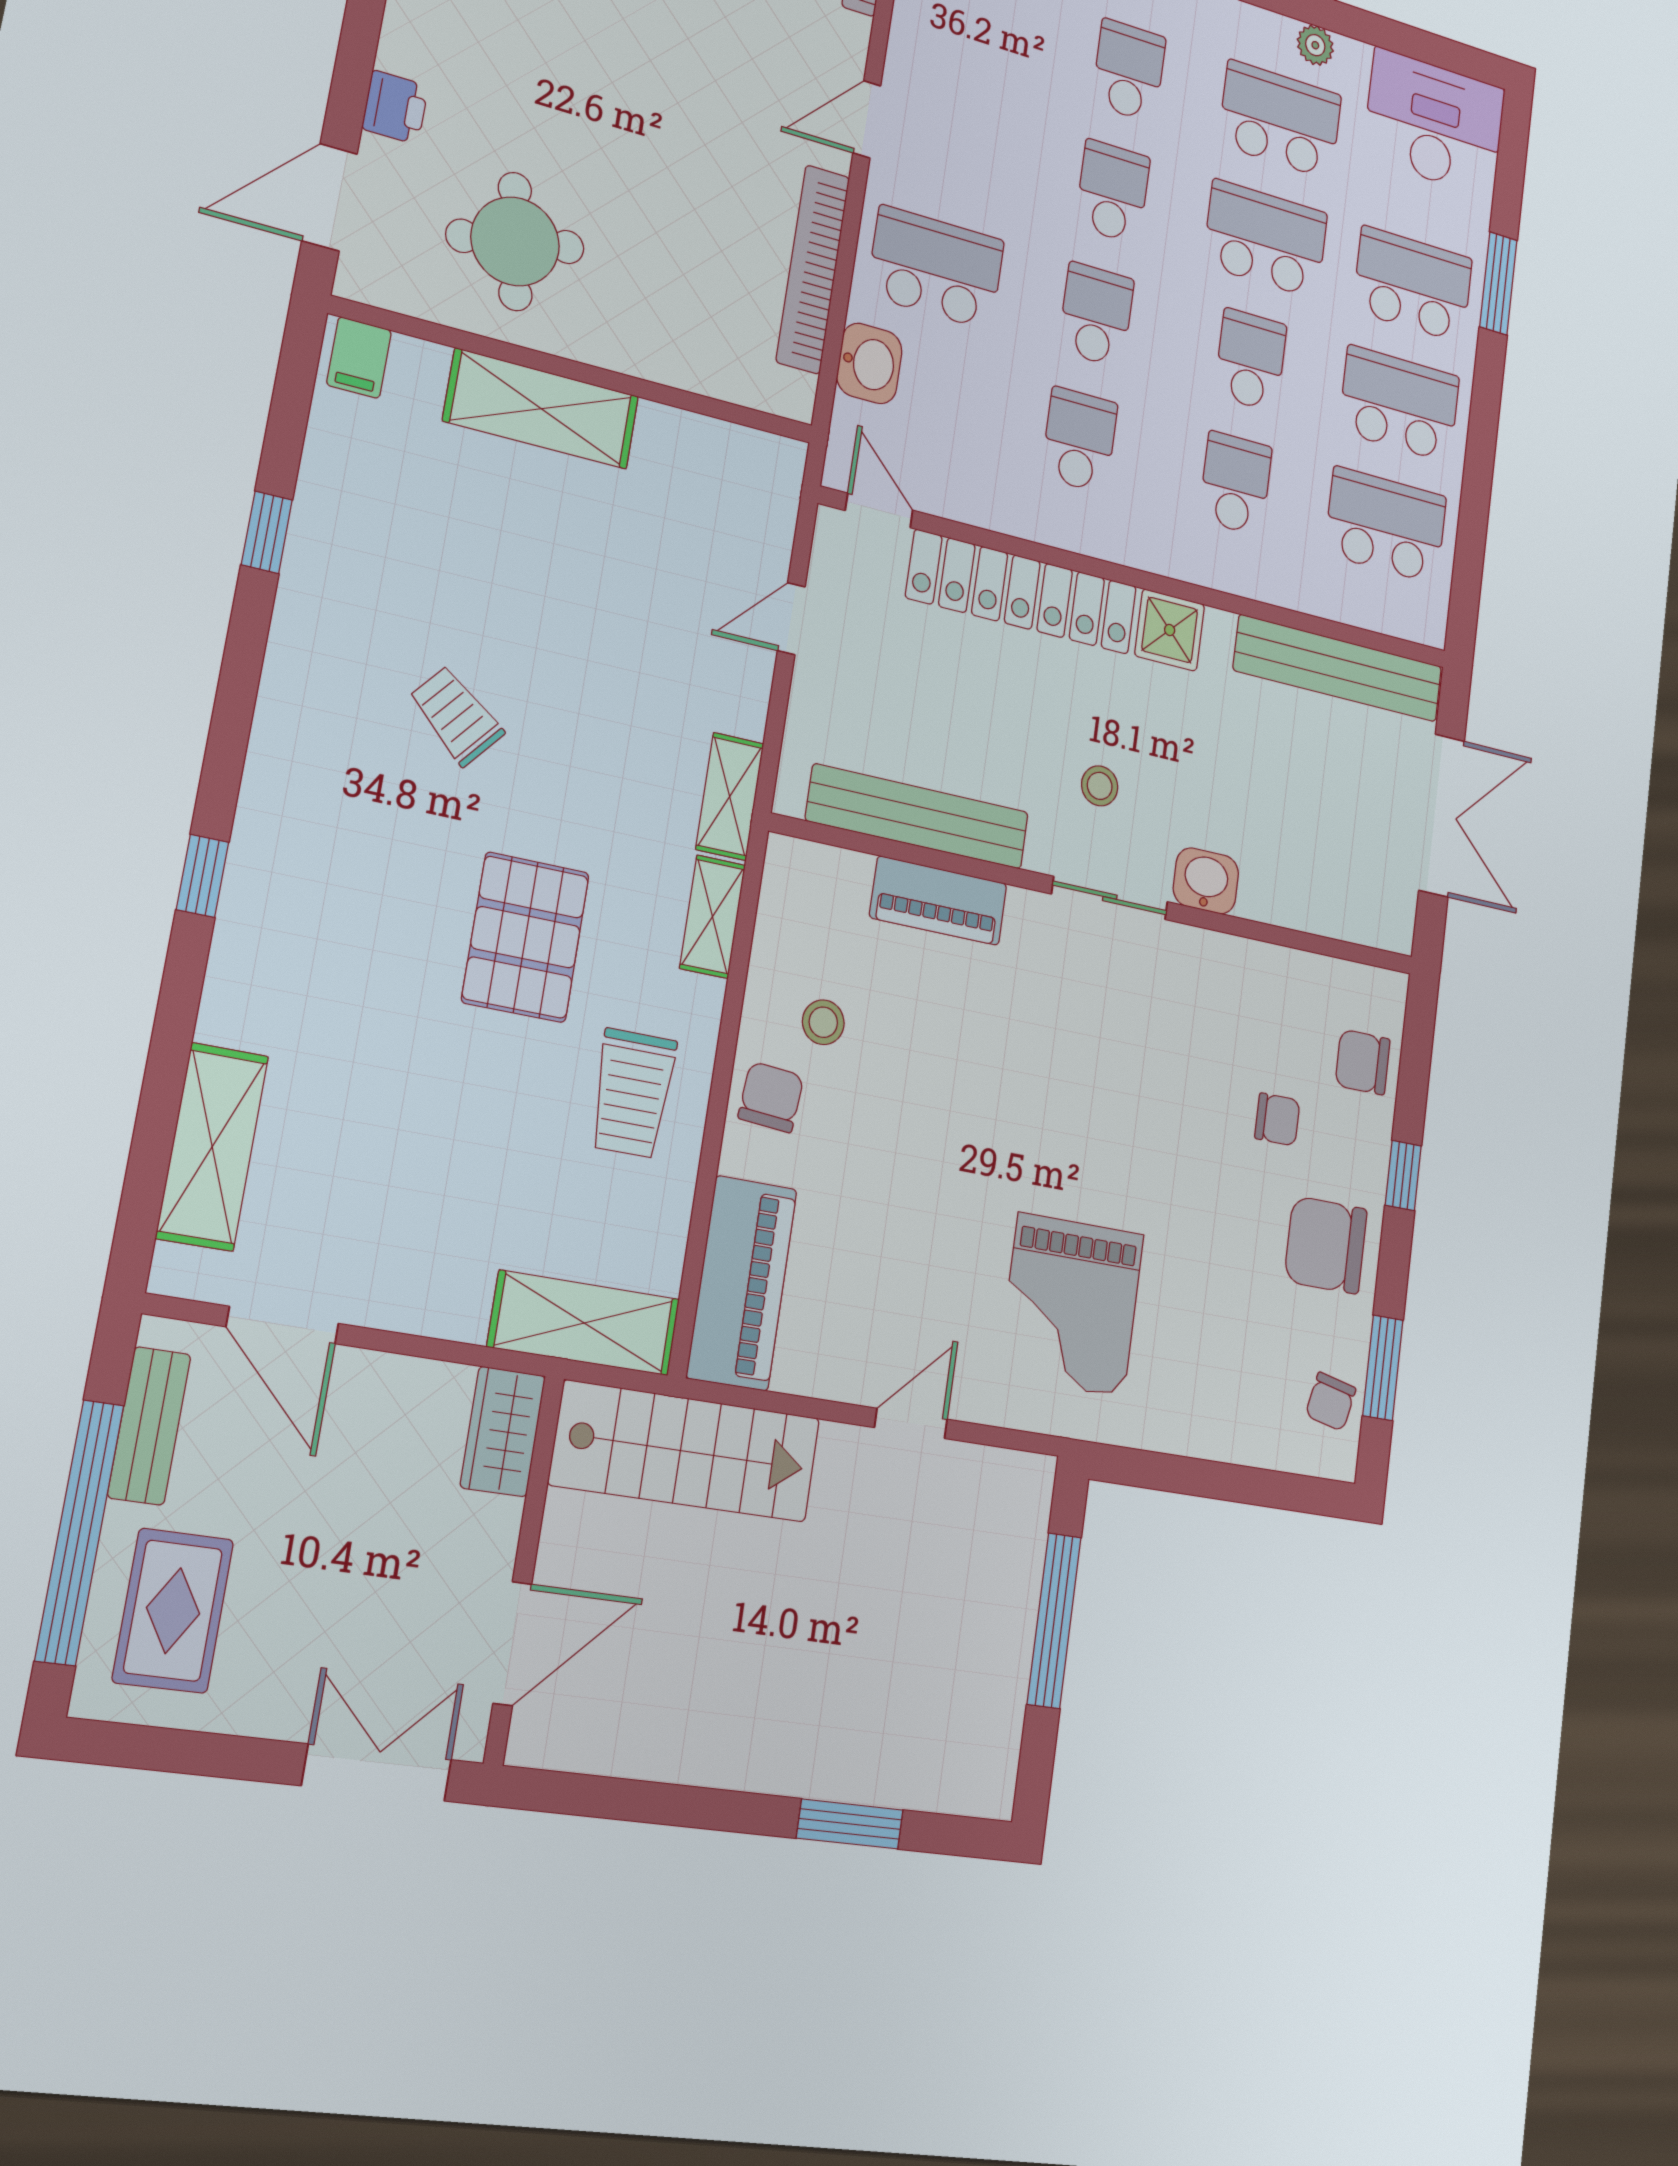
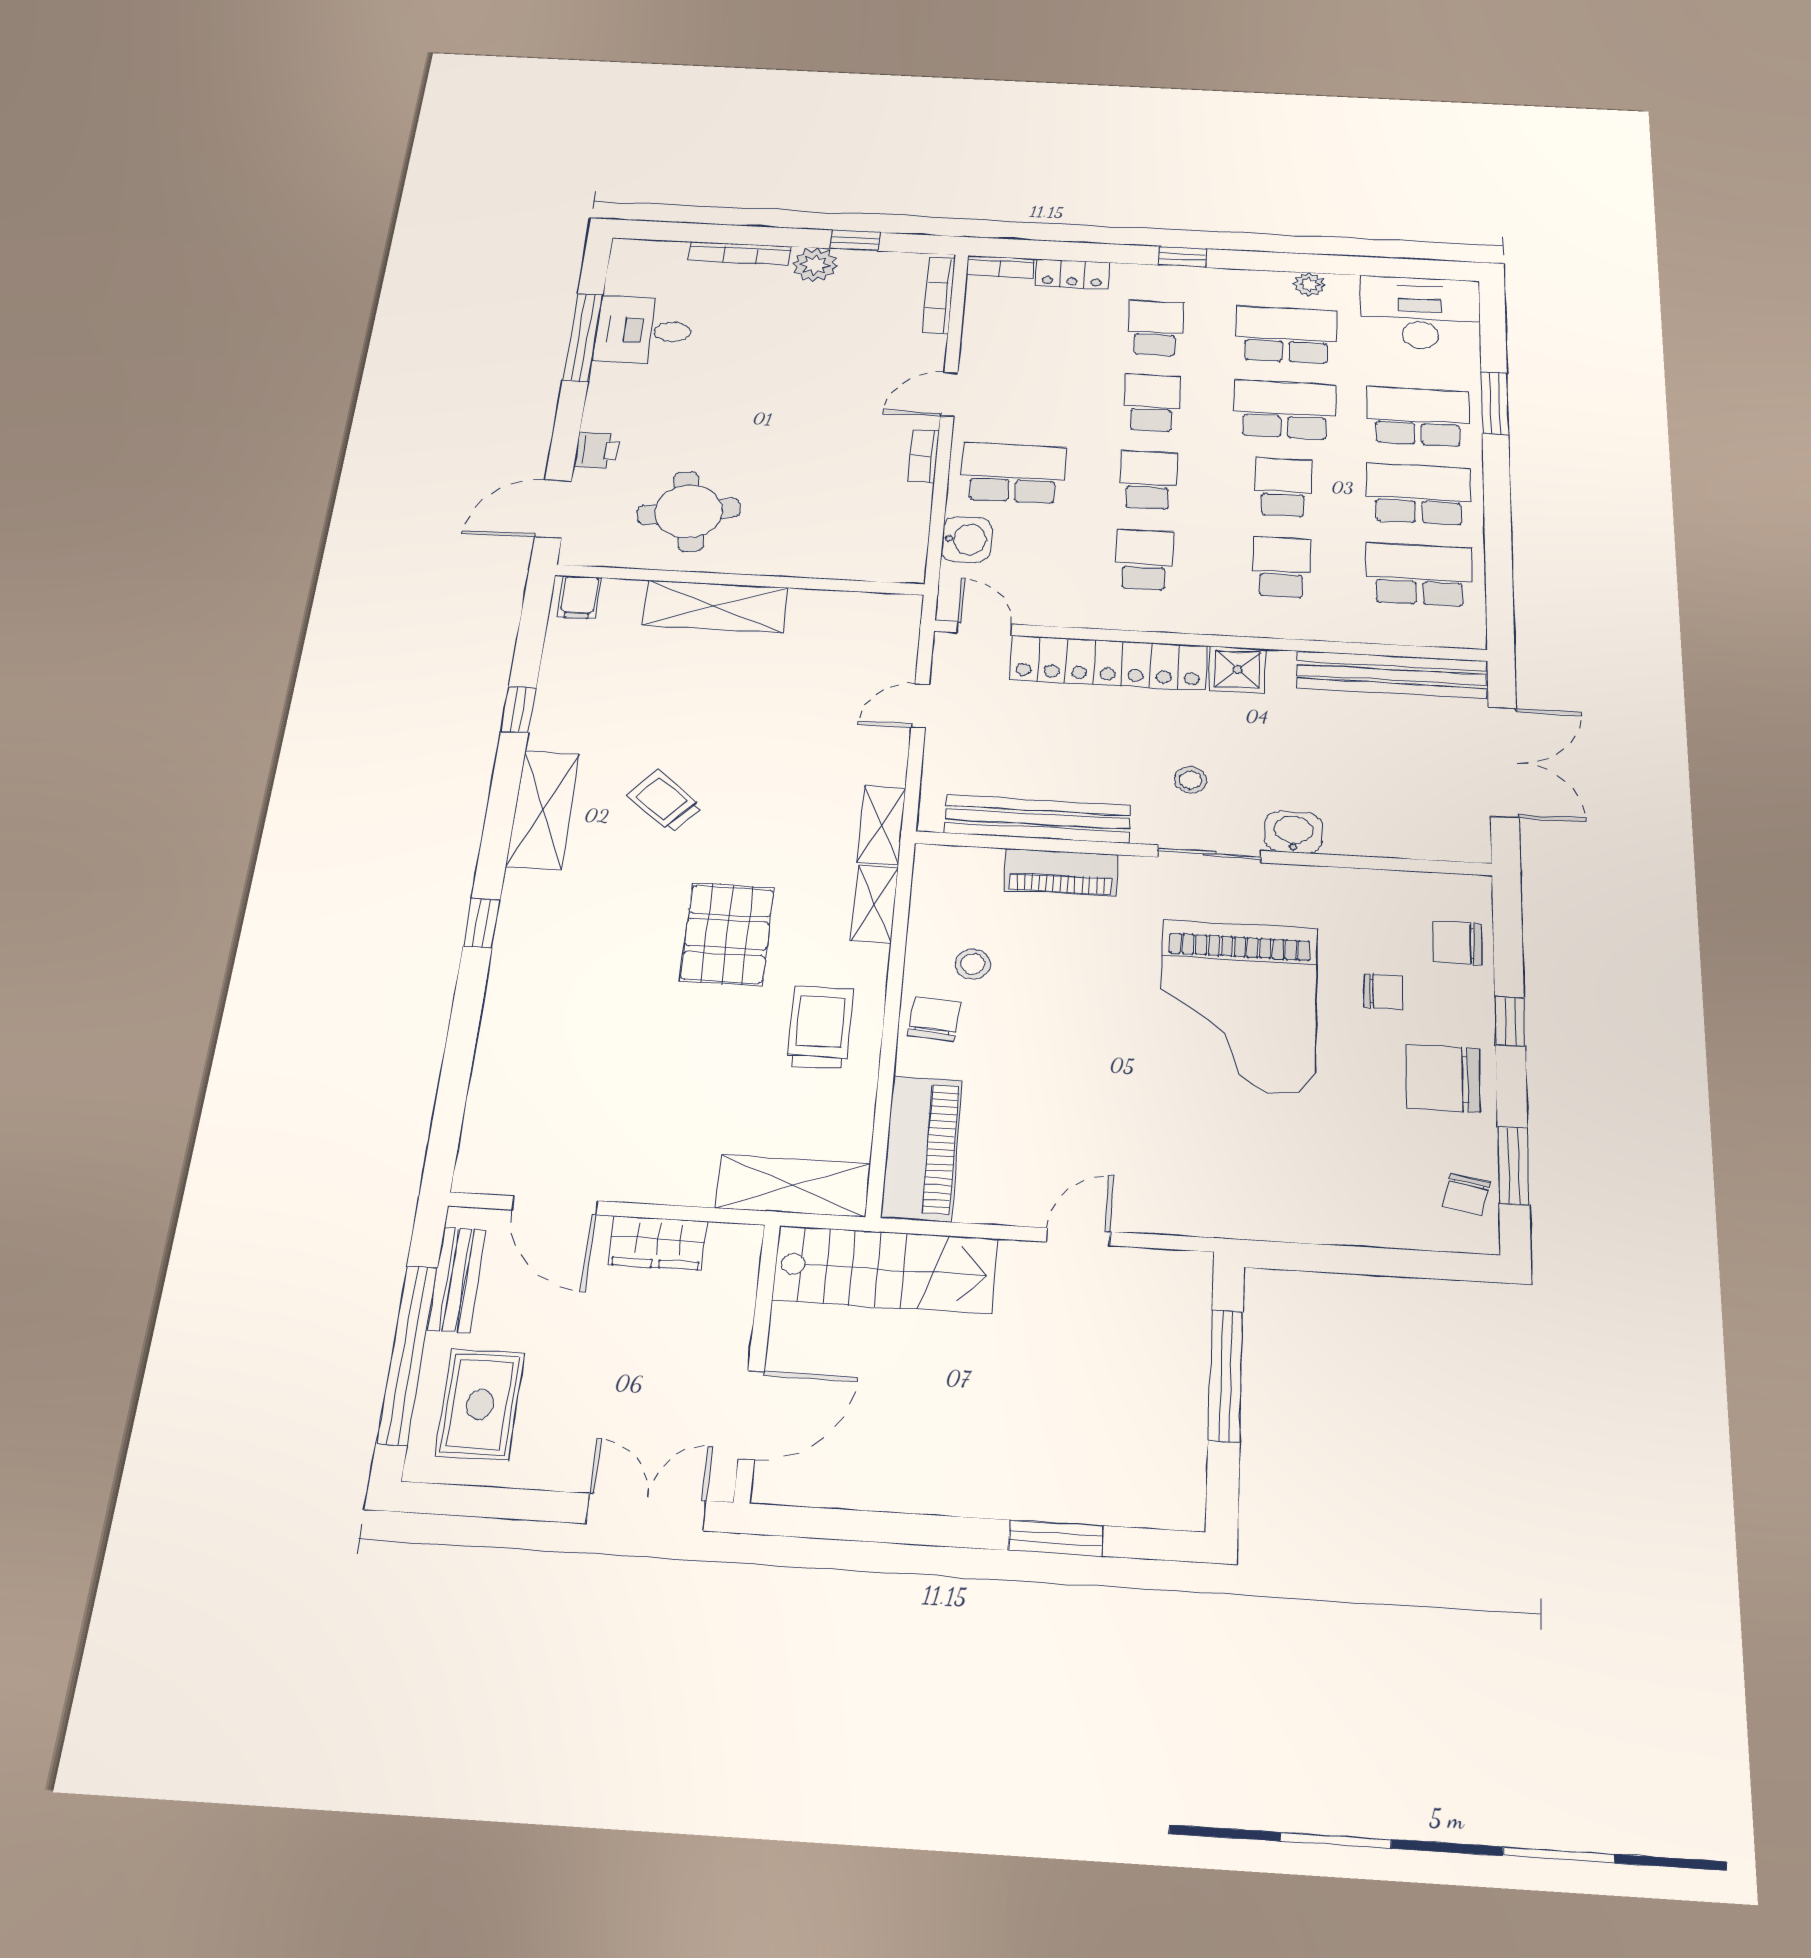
bookcase: (813, 269) -> (923, 456), width x0.43, depth x0.76
trolley: (633, 1093) -> (820, 1027), turned 180
shelving: (212, 1147) -> (543, 810), moved
grand piano: (1071, 1305) -> (1238, 1007), moved, width x1.37, depth x1.48
wardrobe: (503, 1432) -> (658, 1243), moved, turned -90

